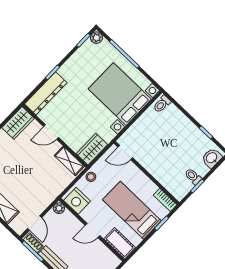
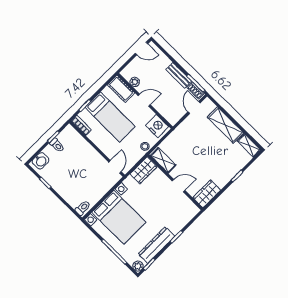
dresser: (46, 93) -> (156, 245), moved
door: (125, 152) -> (115, 167), hinge flipped
plant: (59, 208) -> (135, 82), moved

